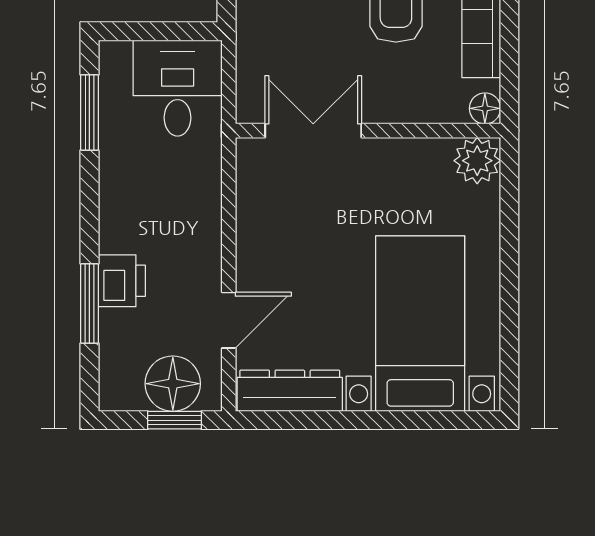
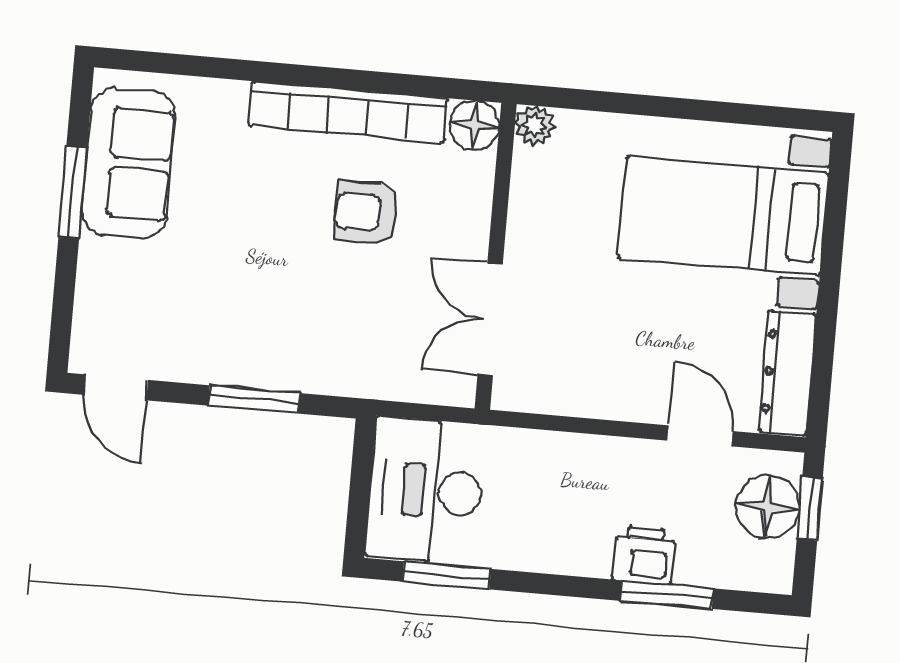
desk: (178, 88) -> (426, 490), width x1.37
floor lamp: (485, 108) -> (475, 125), width x1.37, depth x1.37
plant: (477, 161) -> (535, 125), width x0.73, depth x0.73

